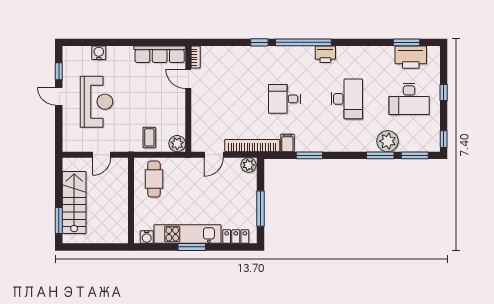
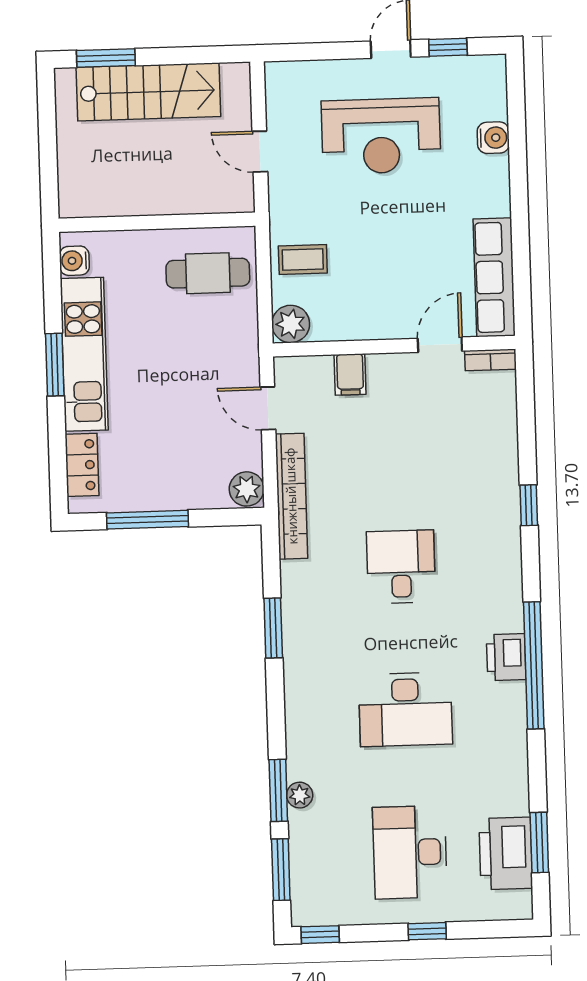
window: (303, 42) -> (534, 665), moved
plant: (388, 141) -> (300, 795), width x0.53, depth x0.53
filing cabinet: (287, 143) -> (350, 374), moved, turned 90

